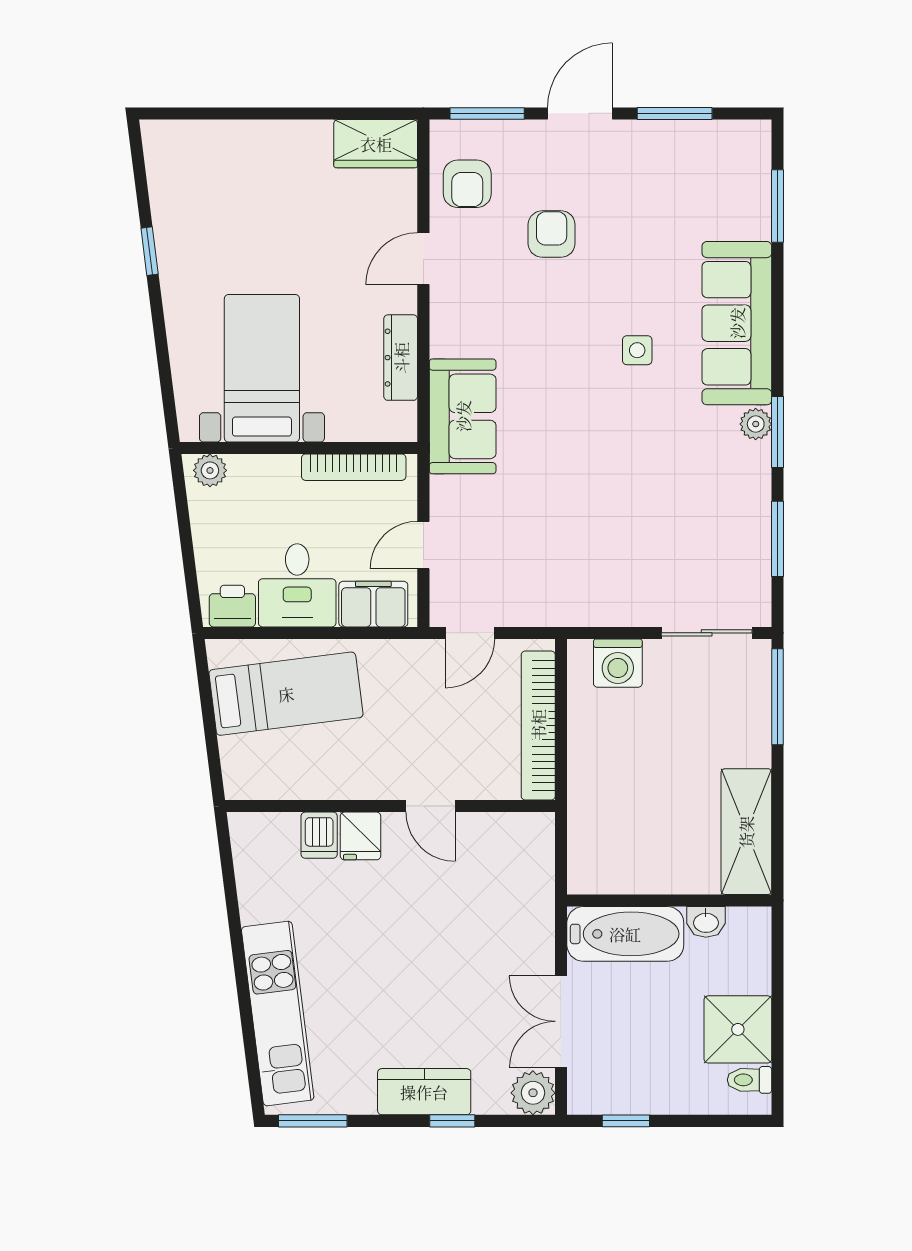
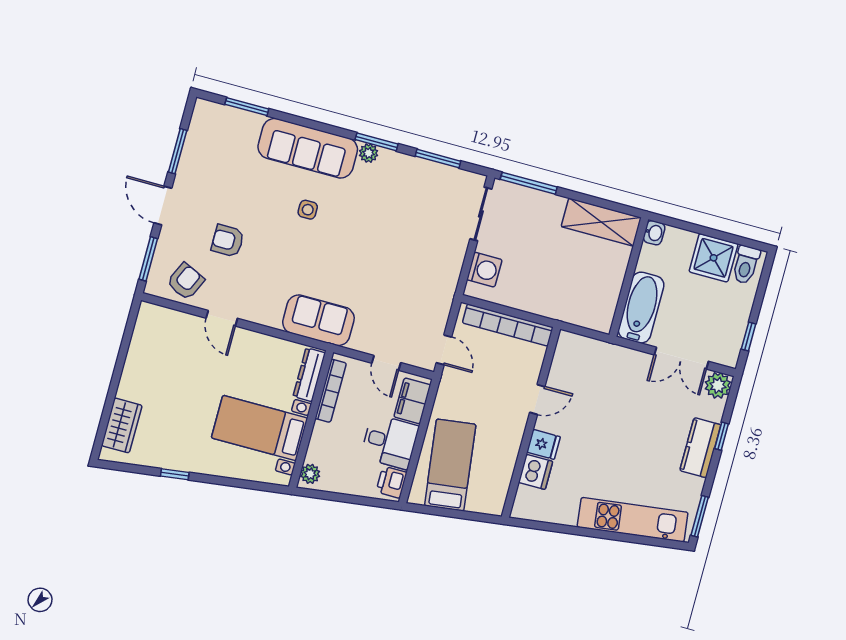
wardrobe: (376, 144) -> (122, 425), moved
armchair: (467, 184) -> (186, 281), turned -65
dresser: (401, 358) -> (309, 375), moved, turned 90
dishwasher: (319, 835) -> (536, 472), width x1.38
washbasin: (706, 922) -> (654, 233), moved
toilet: (749, 1080) -> (746, 265), width x1.37, depth x1.39

